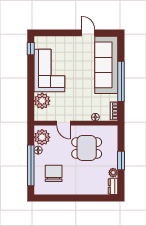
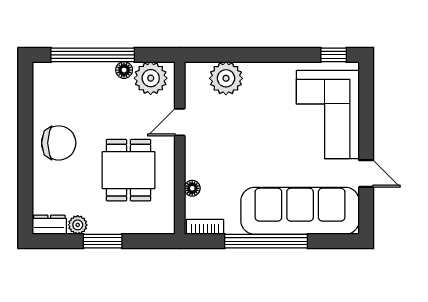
door: (88, 33) -> (366, 174), hinge flipped
corner sofa: (49, 70) -> (328, 115), moved, turned 90
chair: (54, 173) -> (59, 143), moved

